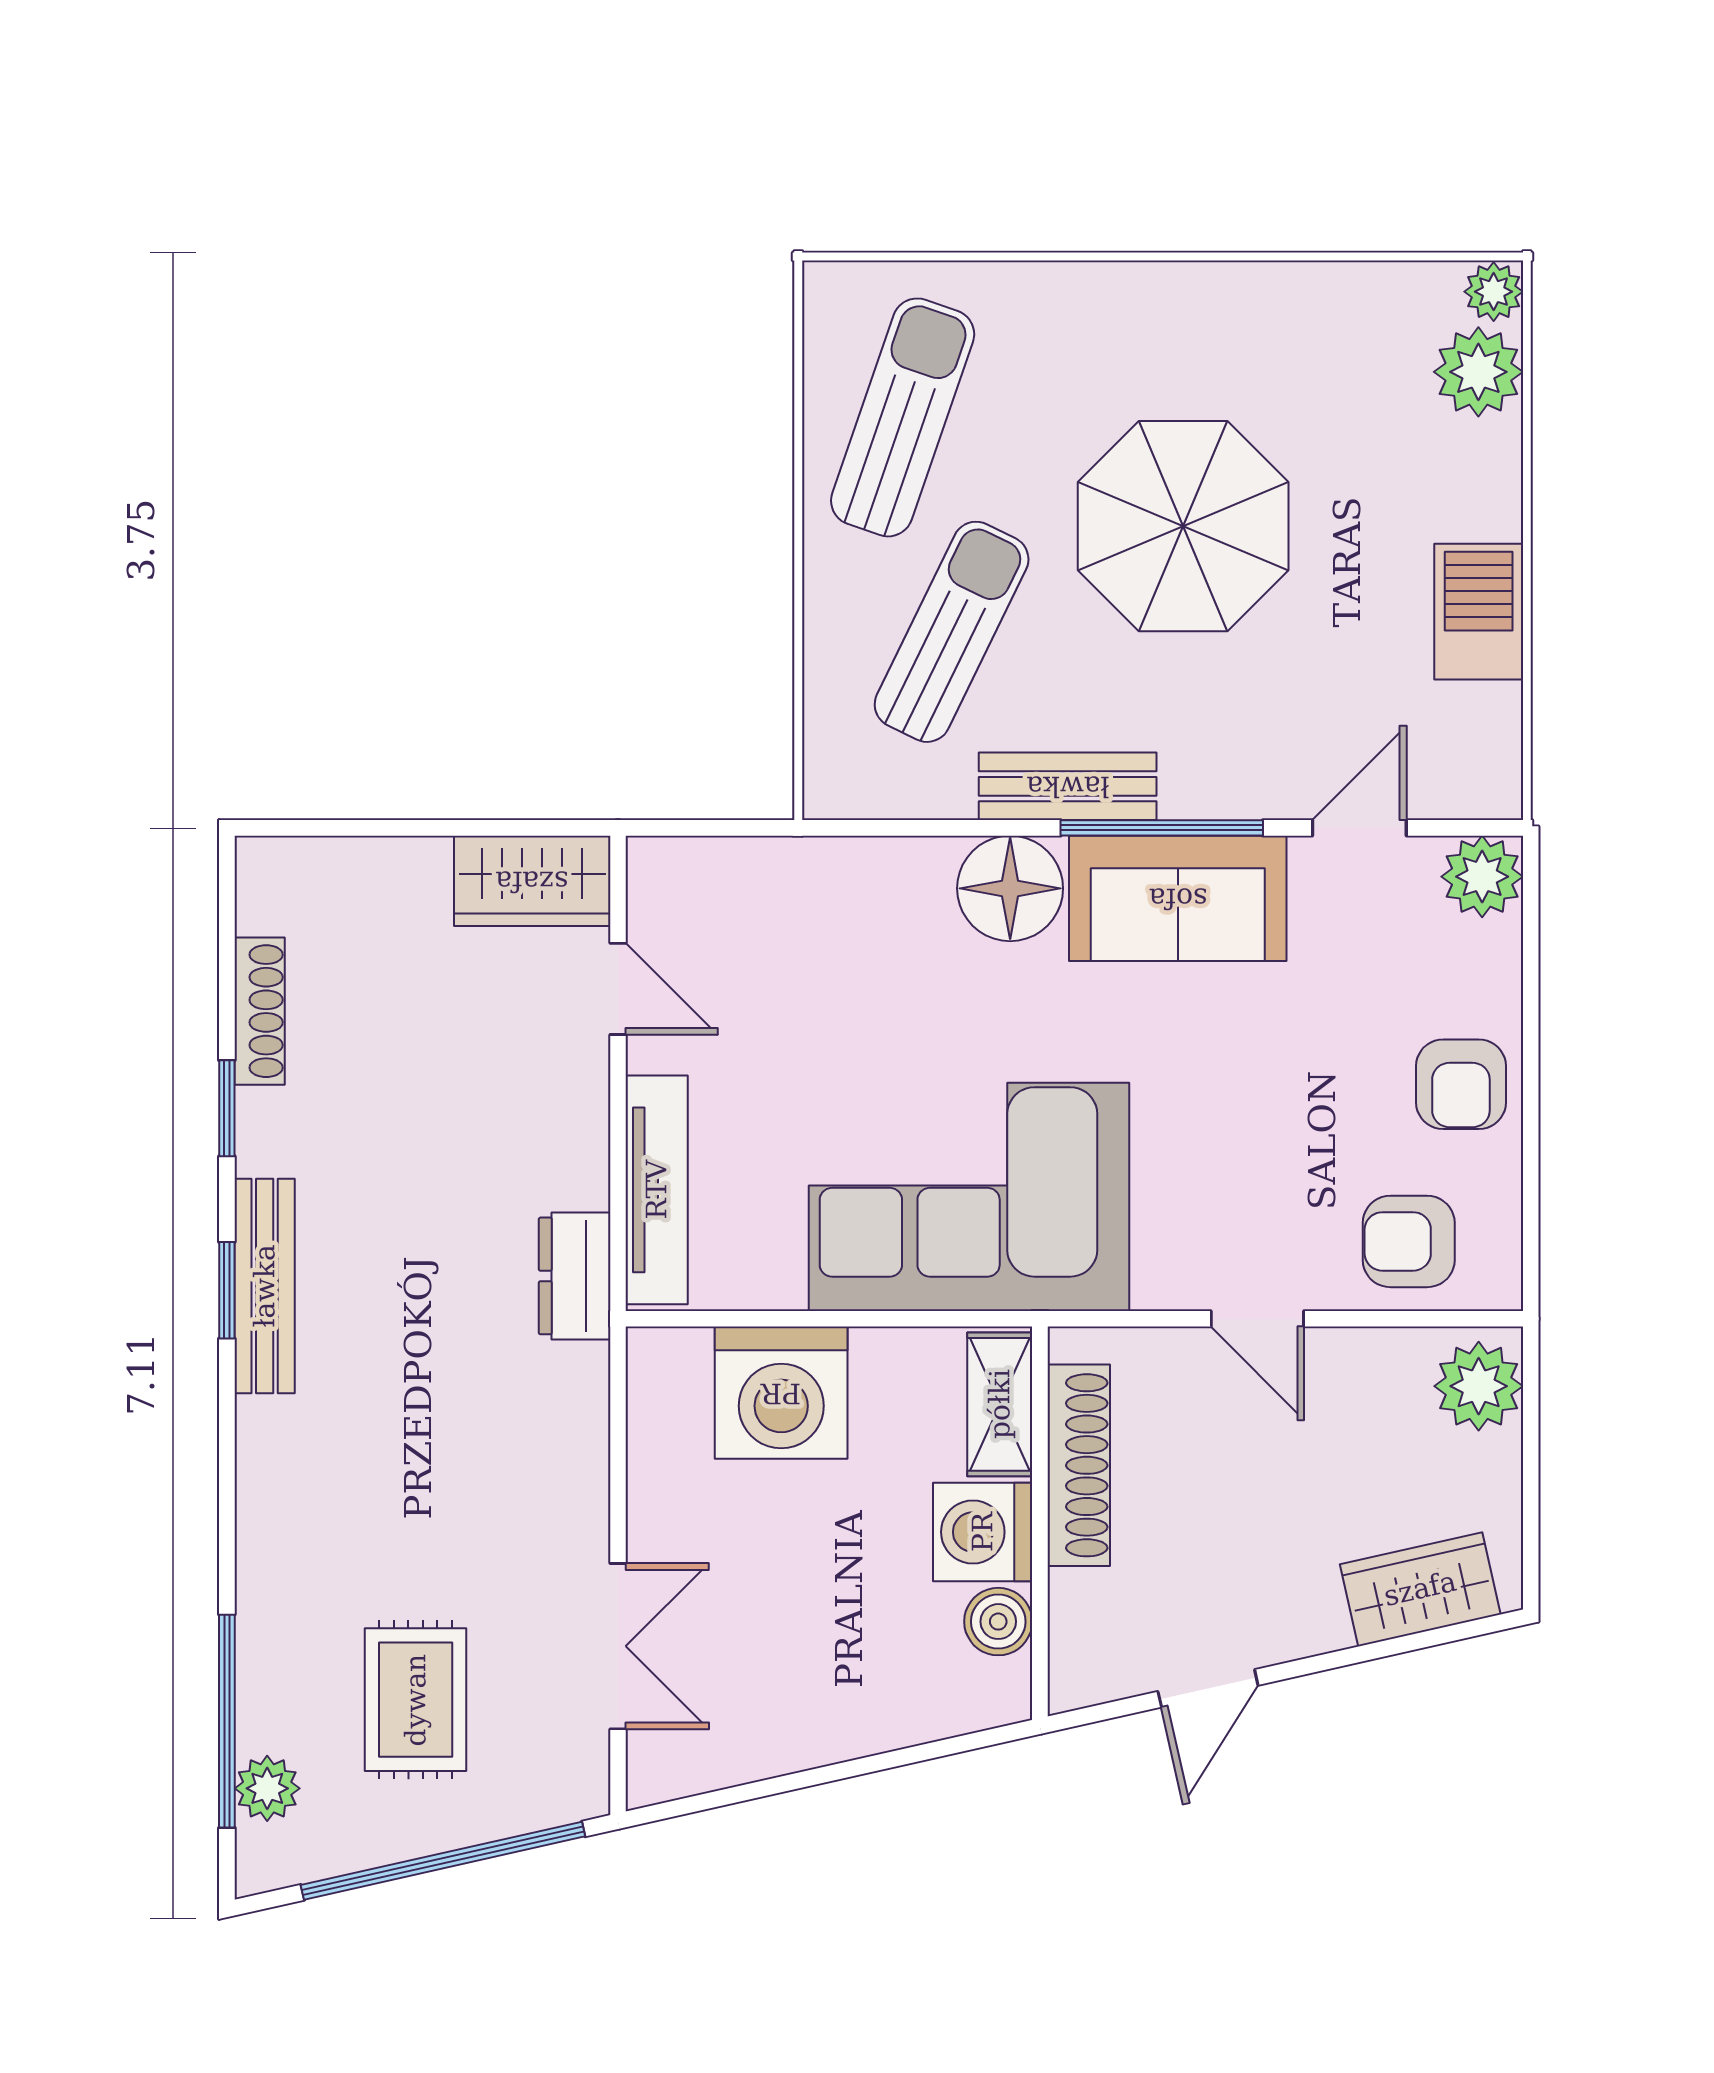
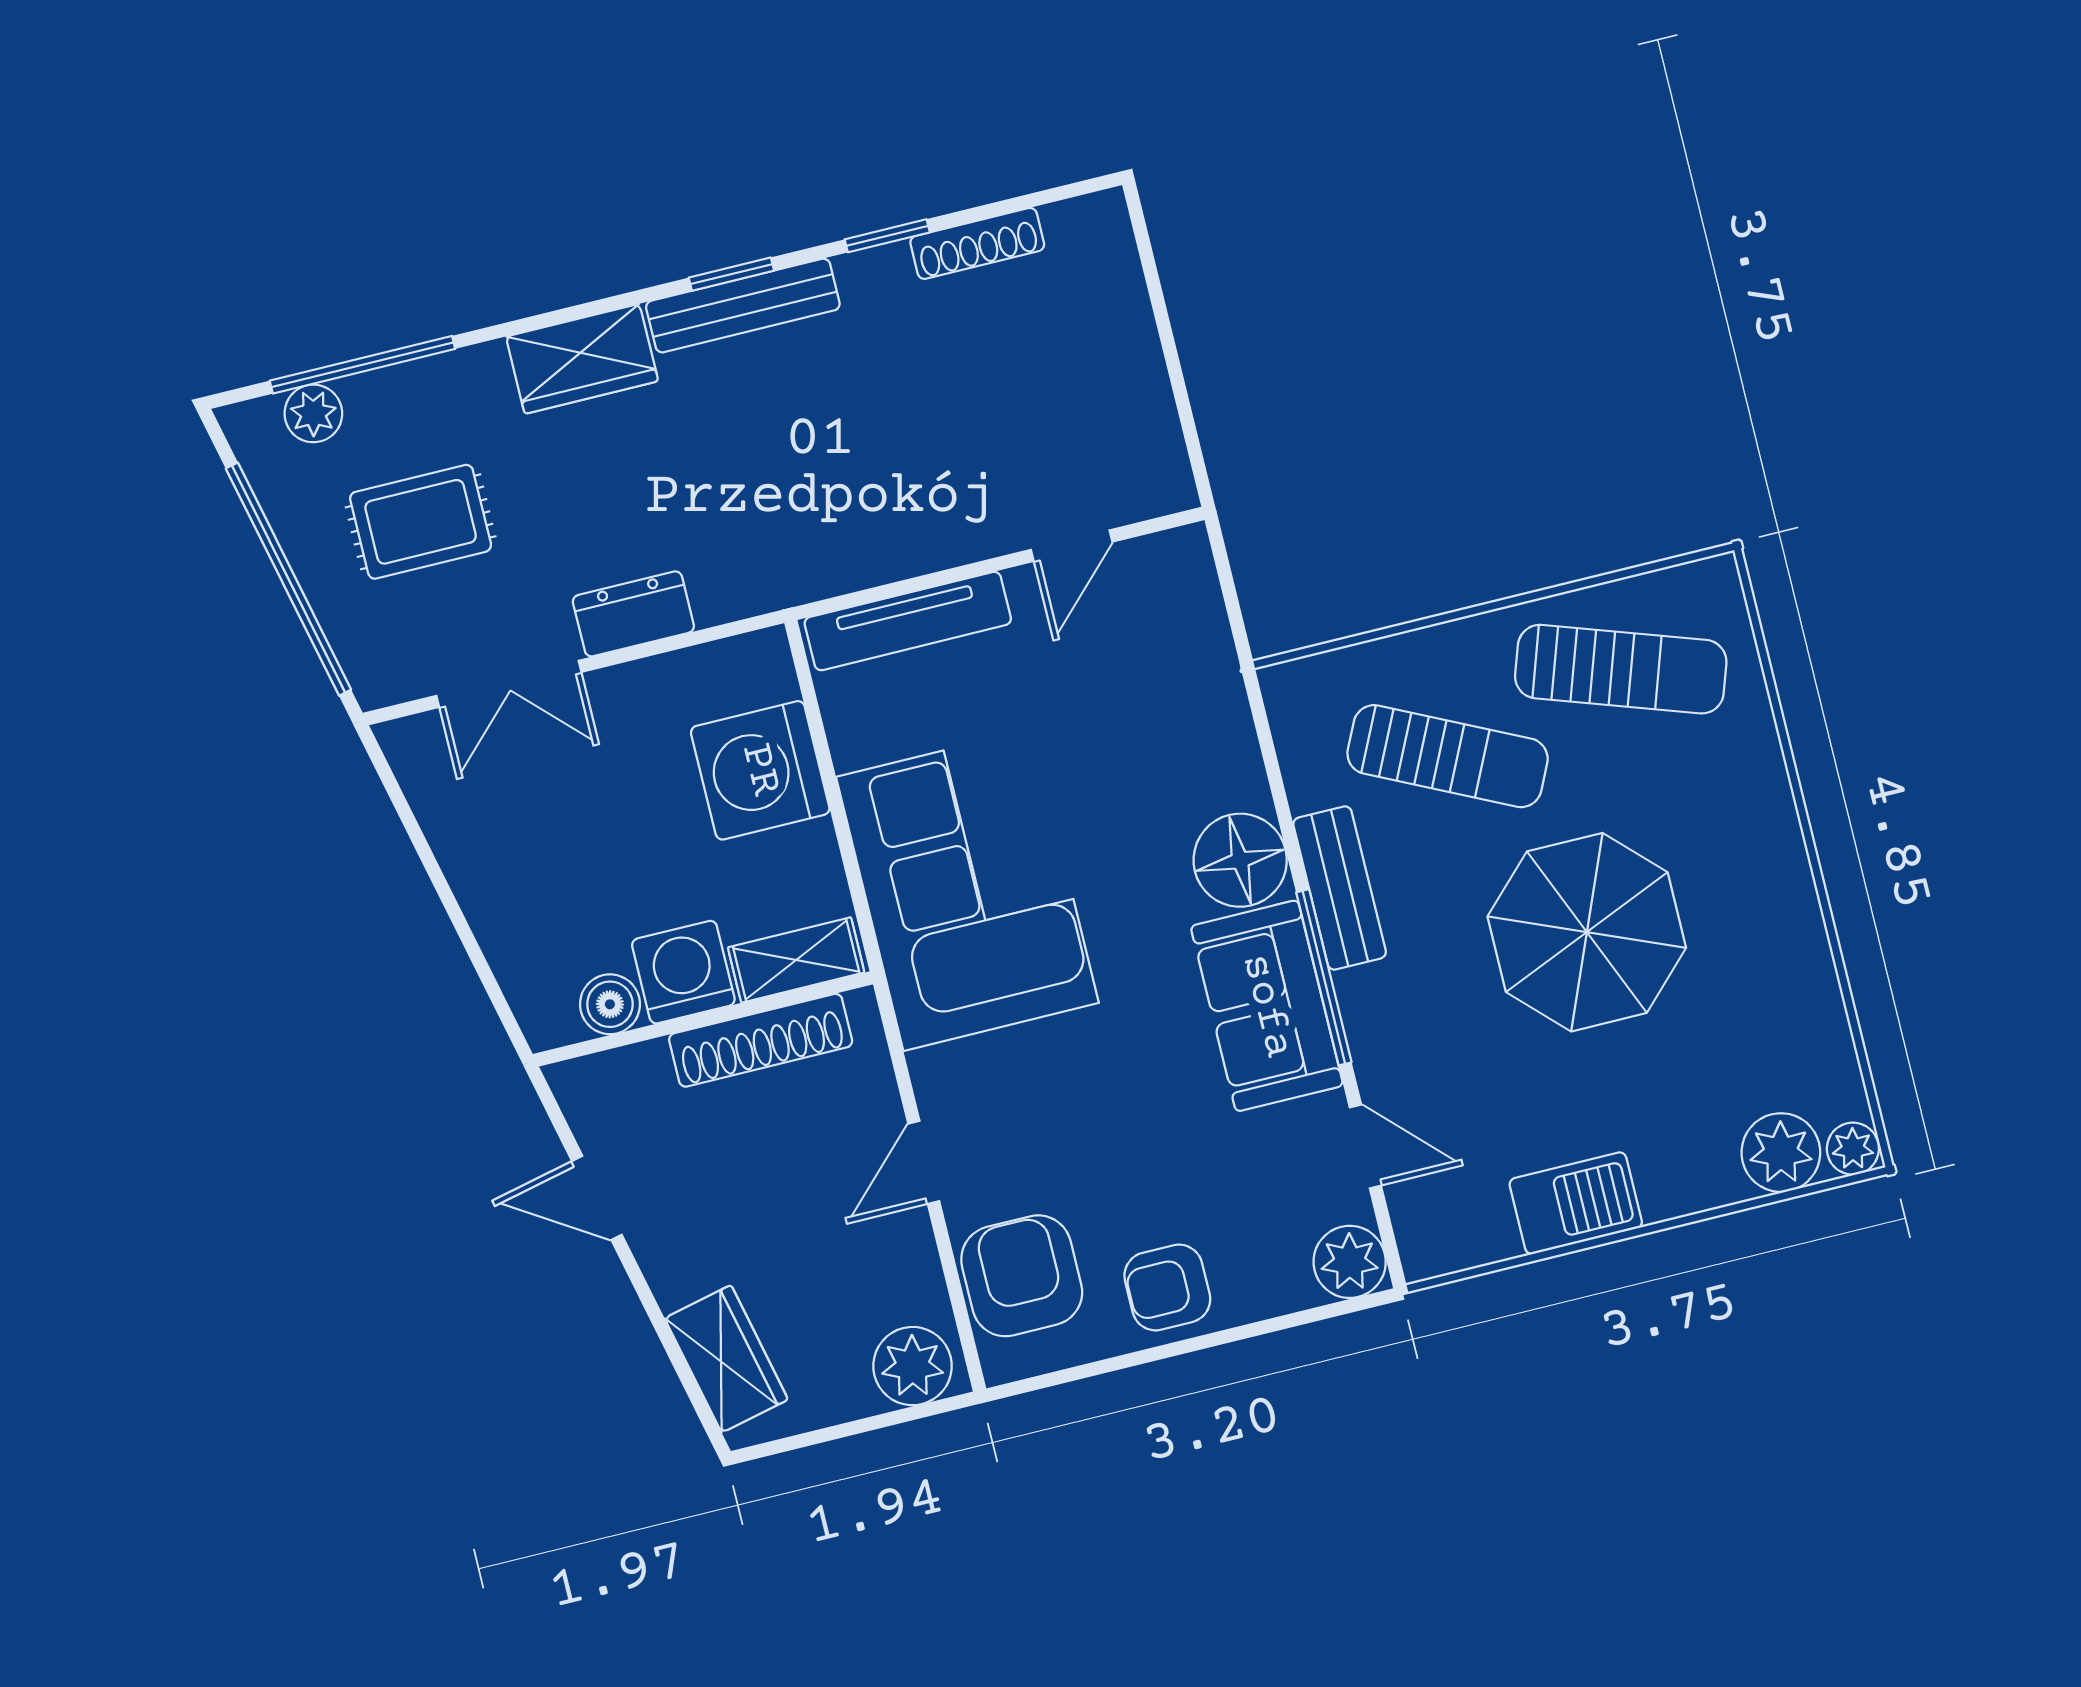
wardrobe: (532, 881) -> (582, 359), moved, turned -90
armchair: (1409, 1241) -> (1022, 1276), width x1.38, depth x1.38
dresser: (575, 1276) -> (633, 614), moved

